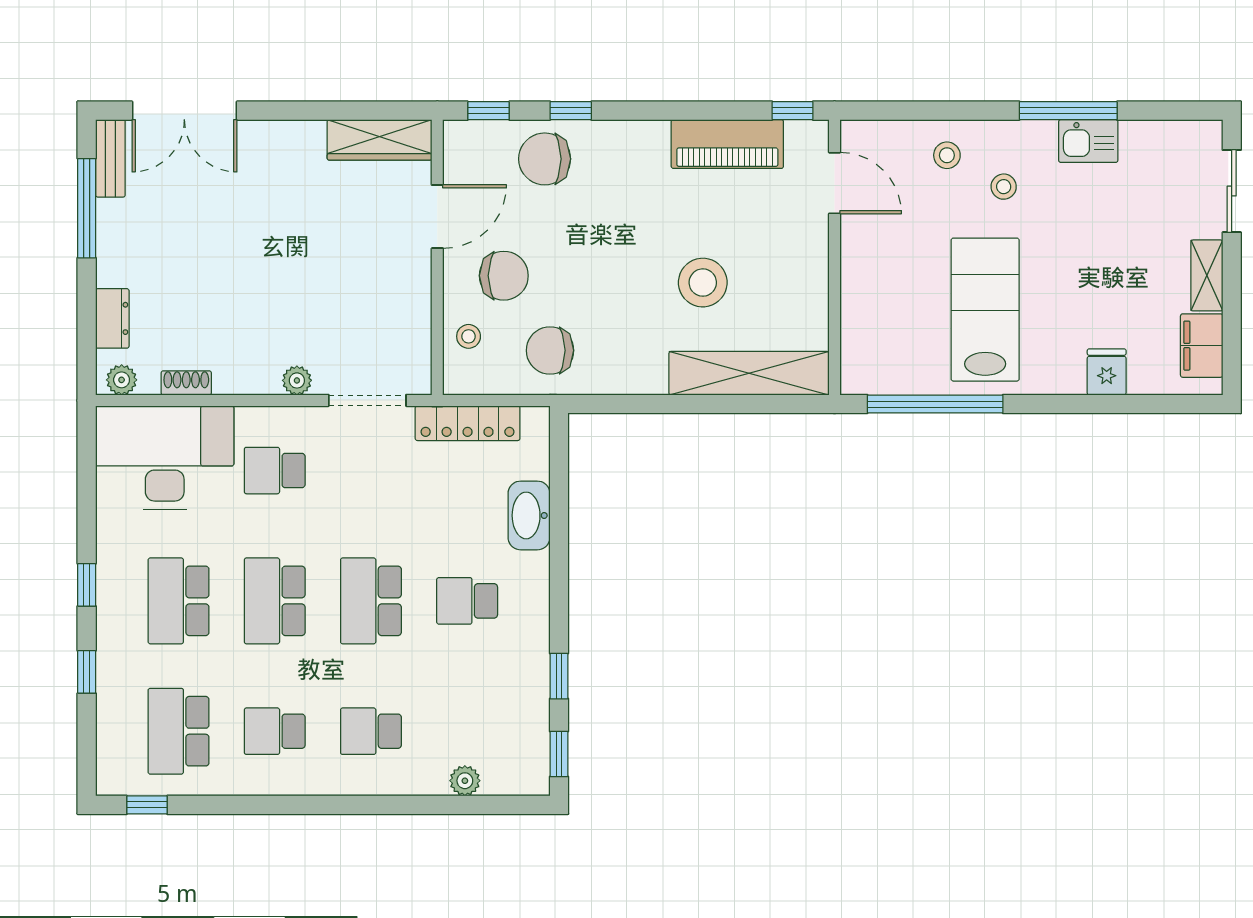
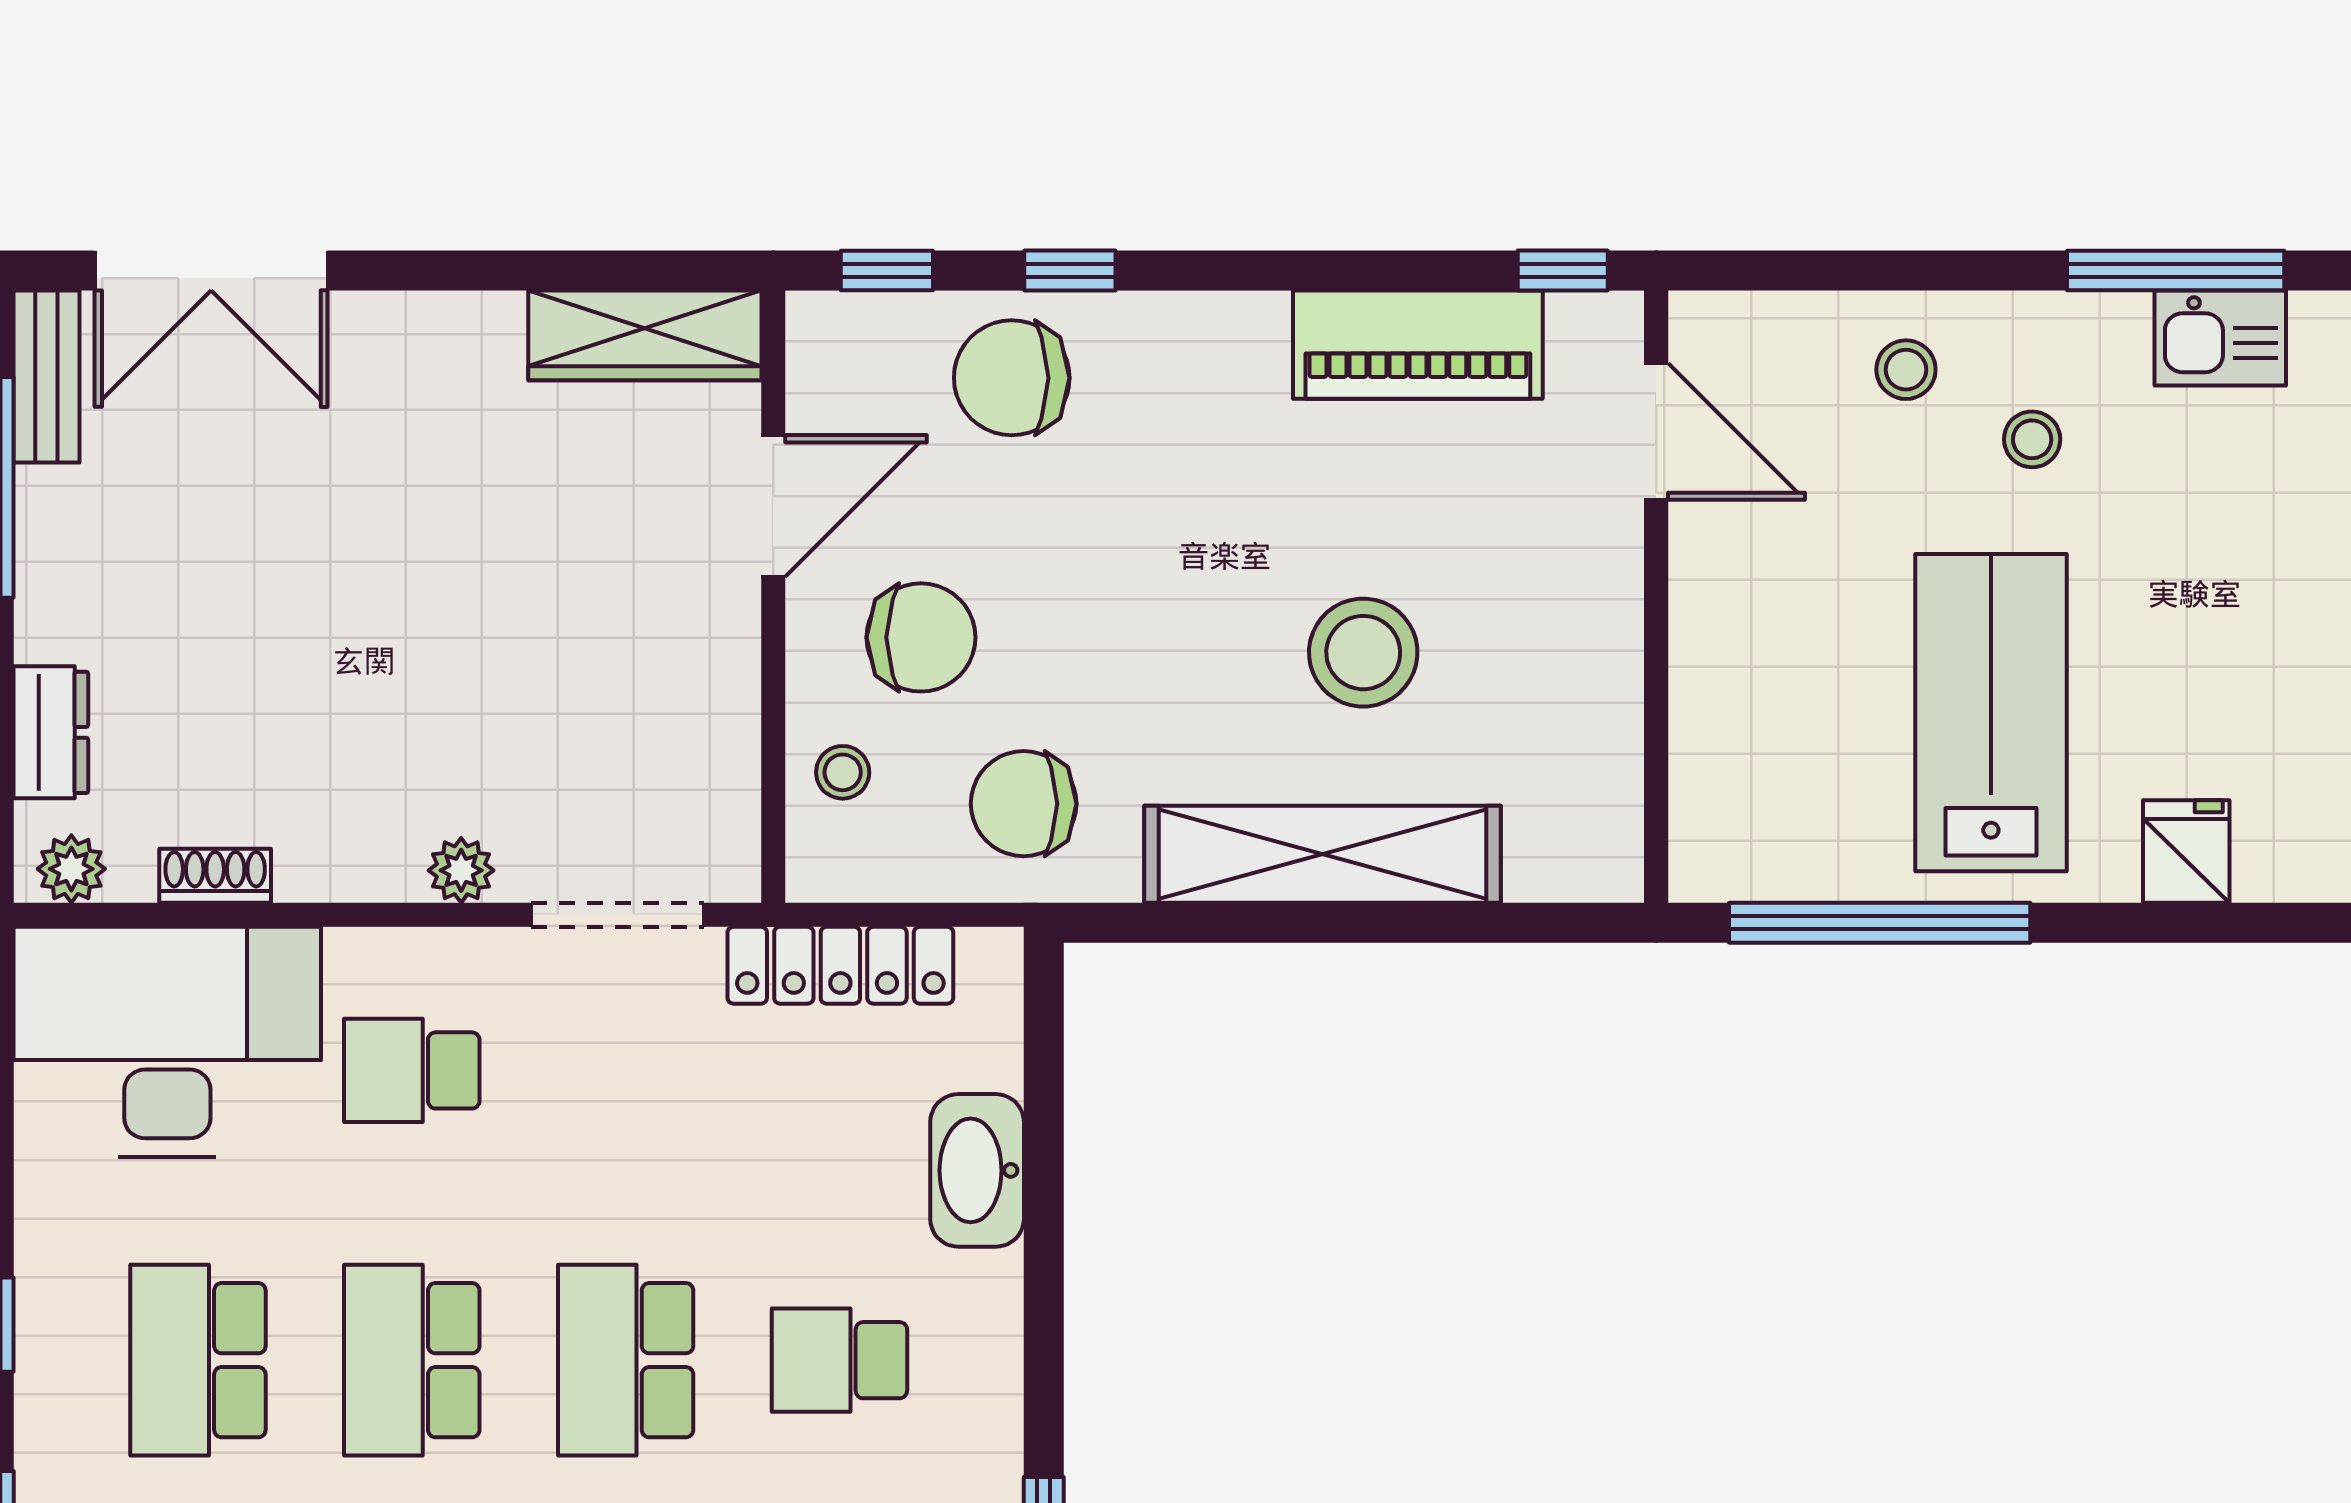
fridge: (1107, 372) -> (2186, 851), moved
shelving: (749, 373) -> (1323, 854), moved

